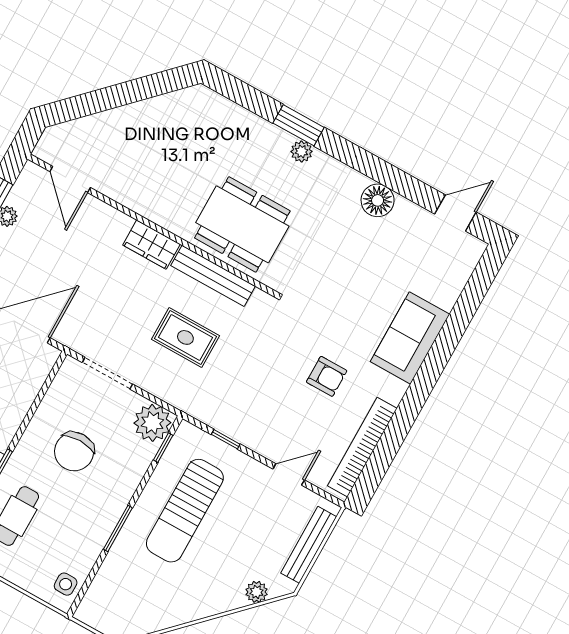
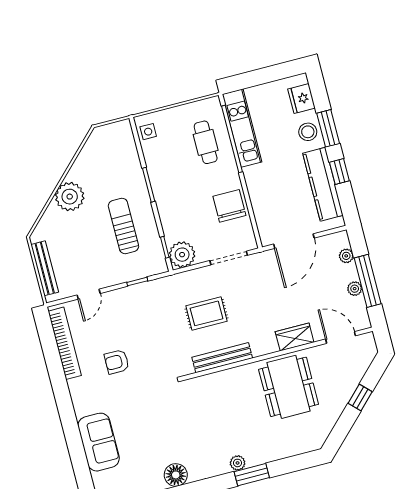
window: (109, 98) -> (360, 397), added
dining table: (242, 224) -> (289, 387), moved, turned 90
wardrobe: (151, 245) -> (295, 337), moved
sofa: (410, 338) -> (99, 442), moved
chair: (74, 452) -> (229, 206), moved
sun lounger: (185, 511) -> (123, 226), width x0.73, depth x0.75
plant: (257, 592) -> (70, 197), moved, width x1.87, depth x1.87

